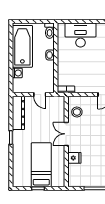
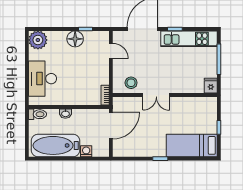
door: (40, 94) -> (111, 125), width x1.87
dresser: (18, 113) -> (132, 150), removed
fridge: (74, 158) -> (211, 86), moved
bed: (41, 165) -> (192, 145), moved

